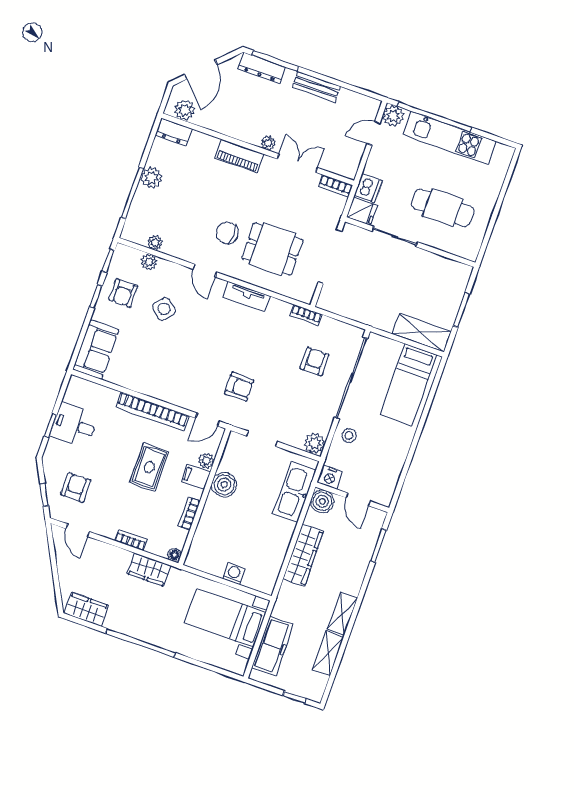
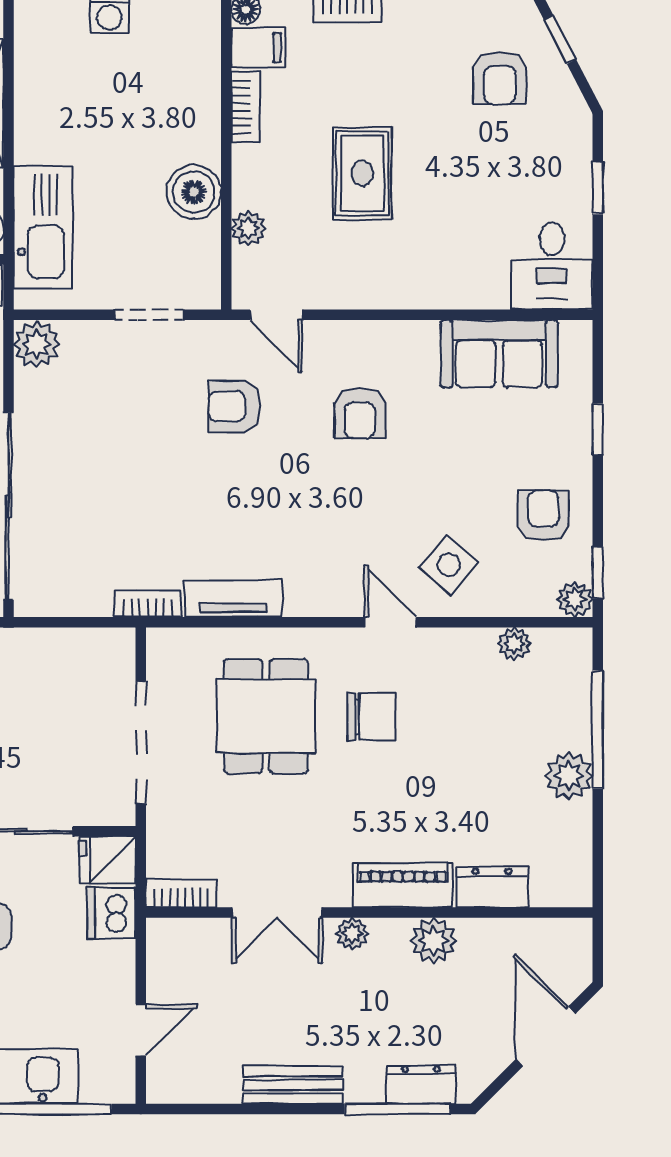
dresser: (262, 68) -> (421, 1084), width x0.70
plant: (185, 110) -> (434, 941), moved
plant: (393, 116) -> (113, 1081), removed
dresser: (174, 132) -> (492, 887), moved
dining table: (272, 249) -> (266, 716), turned 90
plant: (149, 262) -> (575, 599), moved
window: (96, 296) -> (598, 429), moved
tv unit: (247, 297) -> (233, 598), moved
side table: (164, 309) -> (449, 565), moved
sofa: (96, 350) -> (499, 354), moved, turned -90
armchair: (315, 362) -> (360, 413), moved
bookcase: (152, 411) -> (397, 291), removed
door: (207, 420) -> (276, 315), swing flipped
desk: (74, 425) -> (552, 266), moved, turned 90
filing cabinet: (196, 477) -> (258, 48), moved

